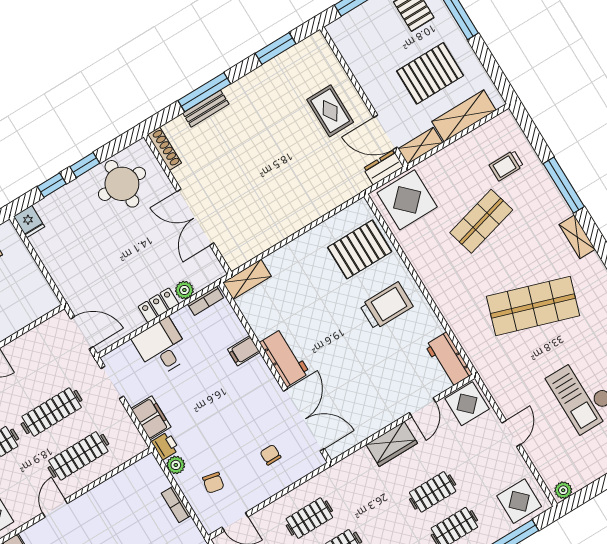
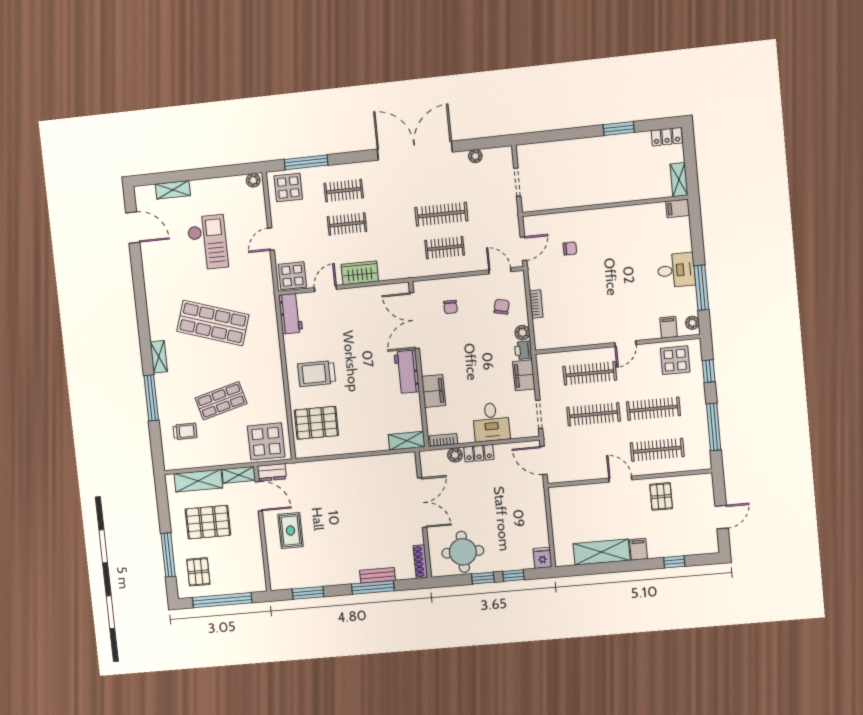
filing cabinet: (244, 351) -> (434, 391), width x2.00

